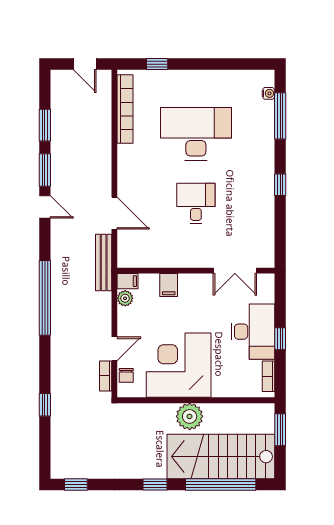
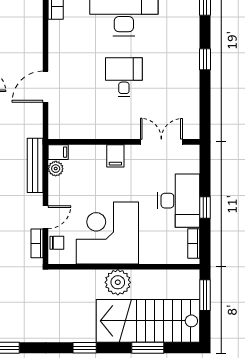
door: (114, 213) -> (45, 87), swing flipped
bench: (104, 262) -> (35, 165), moved
double door: (235, 271) -> (161, 142), swing flipped
filing cabinet: (169, 285) -> (115, 156), moved
chair: (126, 375) -> (57, 243), turned -90
window: (221, 485) -> (148, 348), width x0.47

